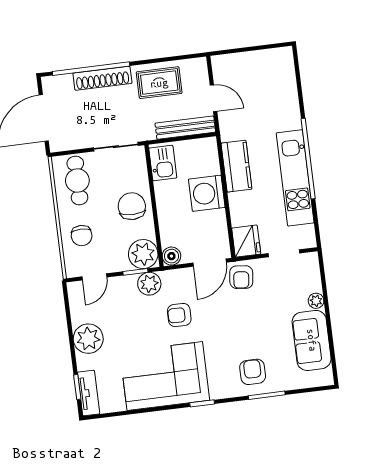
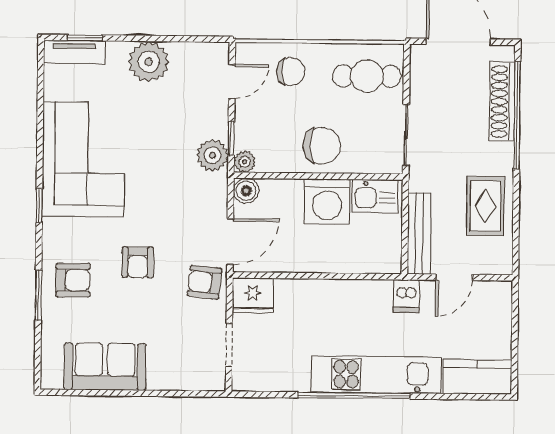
shoe rack: (102, 78) -> (502, 102), moved
dishwasher: (232, 131) -> (406, 296), added
kitchen counter: (236, 166) -> (477, 377), moved, turned 180
kitchen unit: (295, 178) -> (376, 375), moved
washing machine: (207, 193) -> (327, 202), moved, turned 180
chair: (82, 236) -> (291, 72), turned 180
plant: (143, 254) -> (245, 162), width x0.53, depth x0.53
door: (210, 263) -> (230, 242), swing flipped
door: (94, 277) -> (232, 82), swing flipped
plant: (316, 301) -> (158, 380), removed
armchair: (179, 315) -> (138, 262), moved, turned 180

